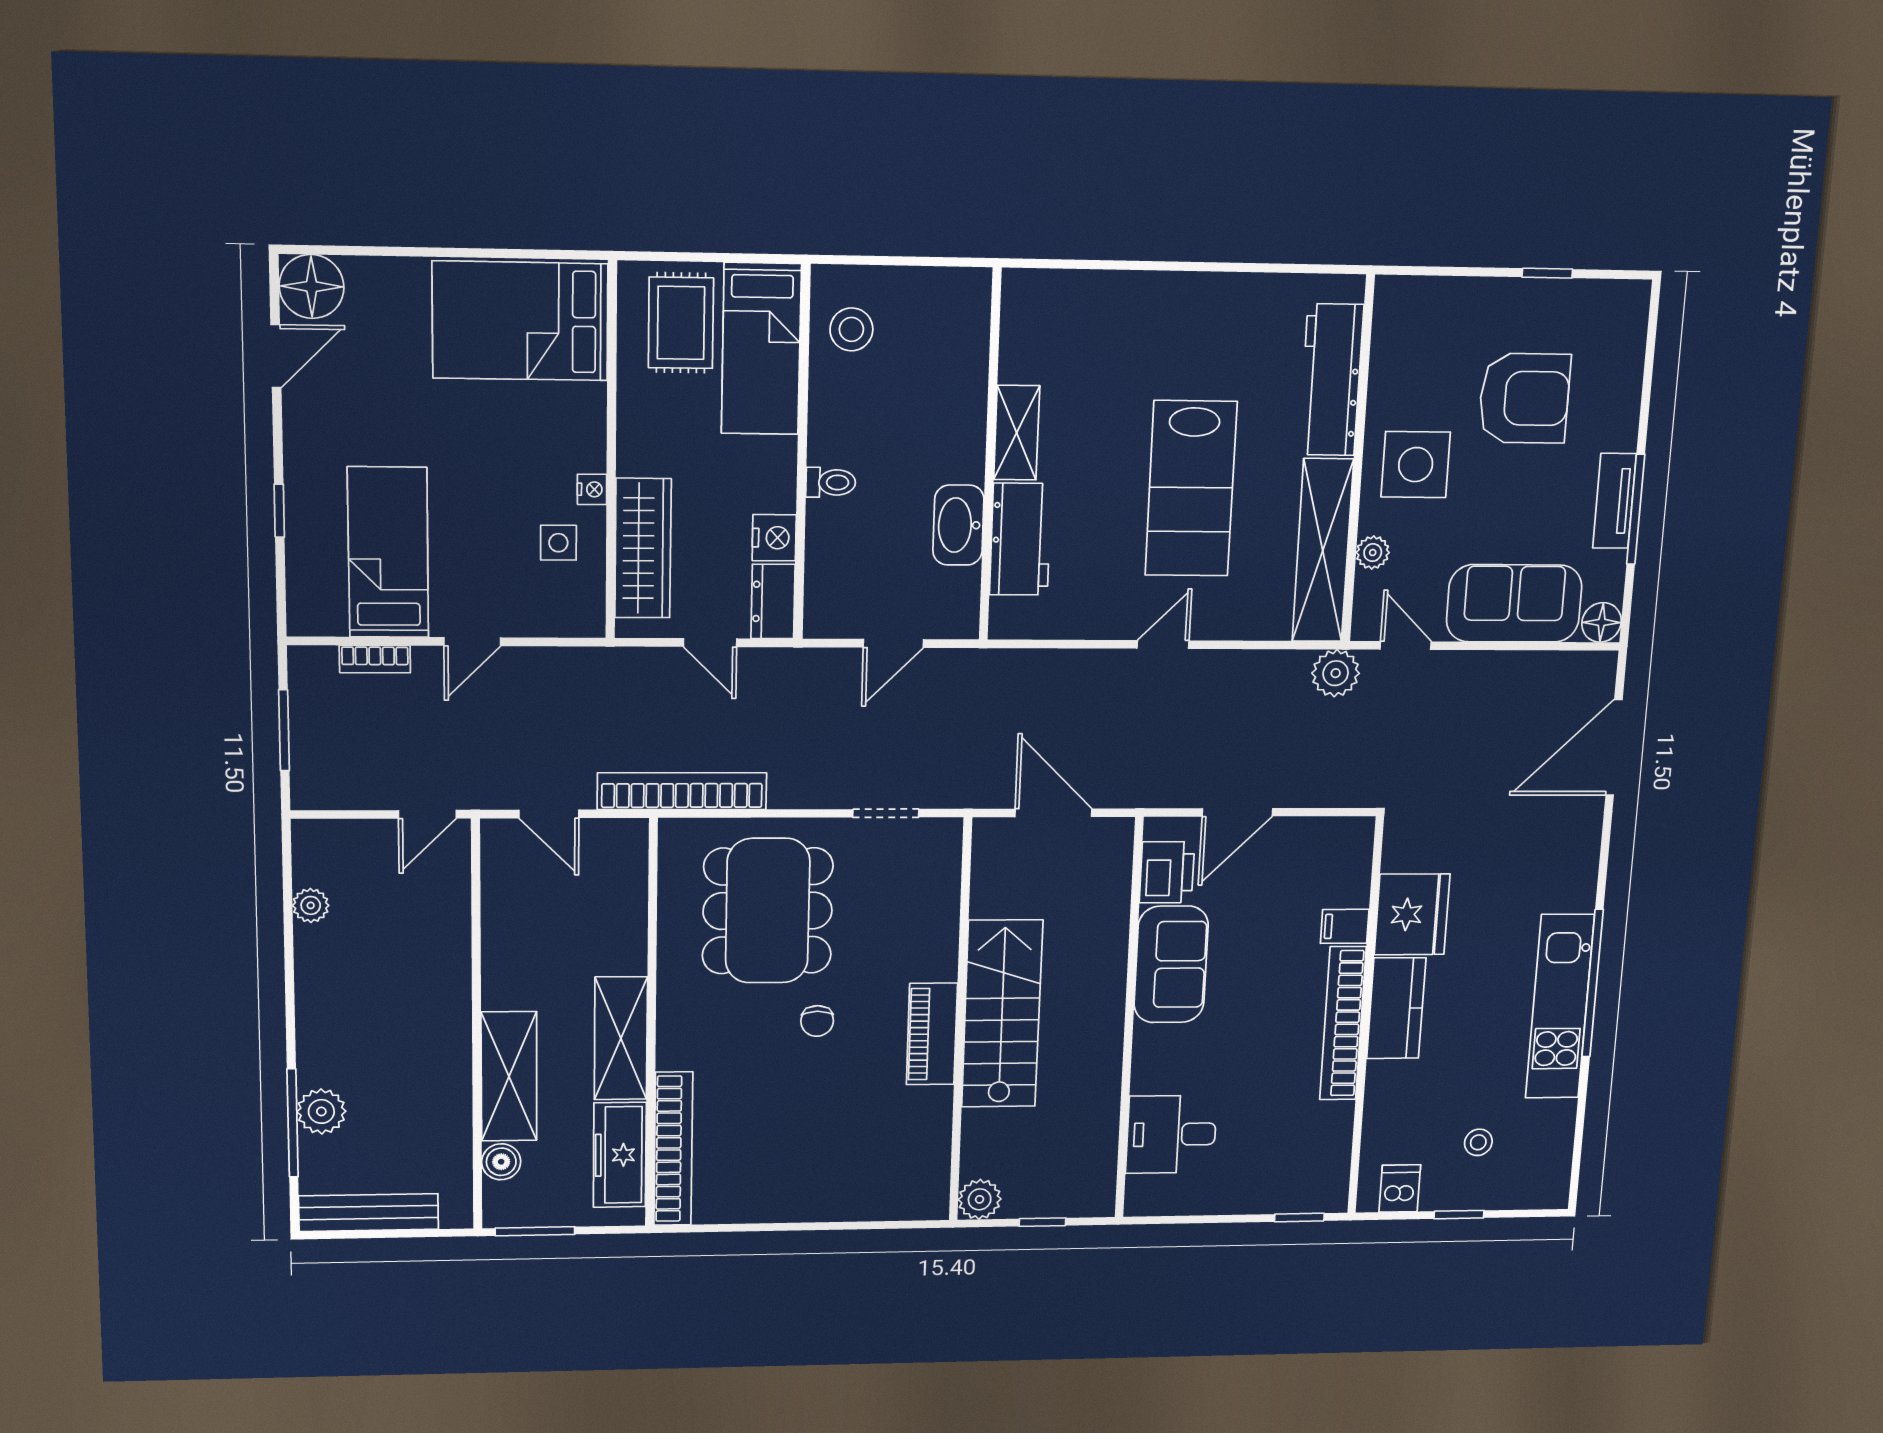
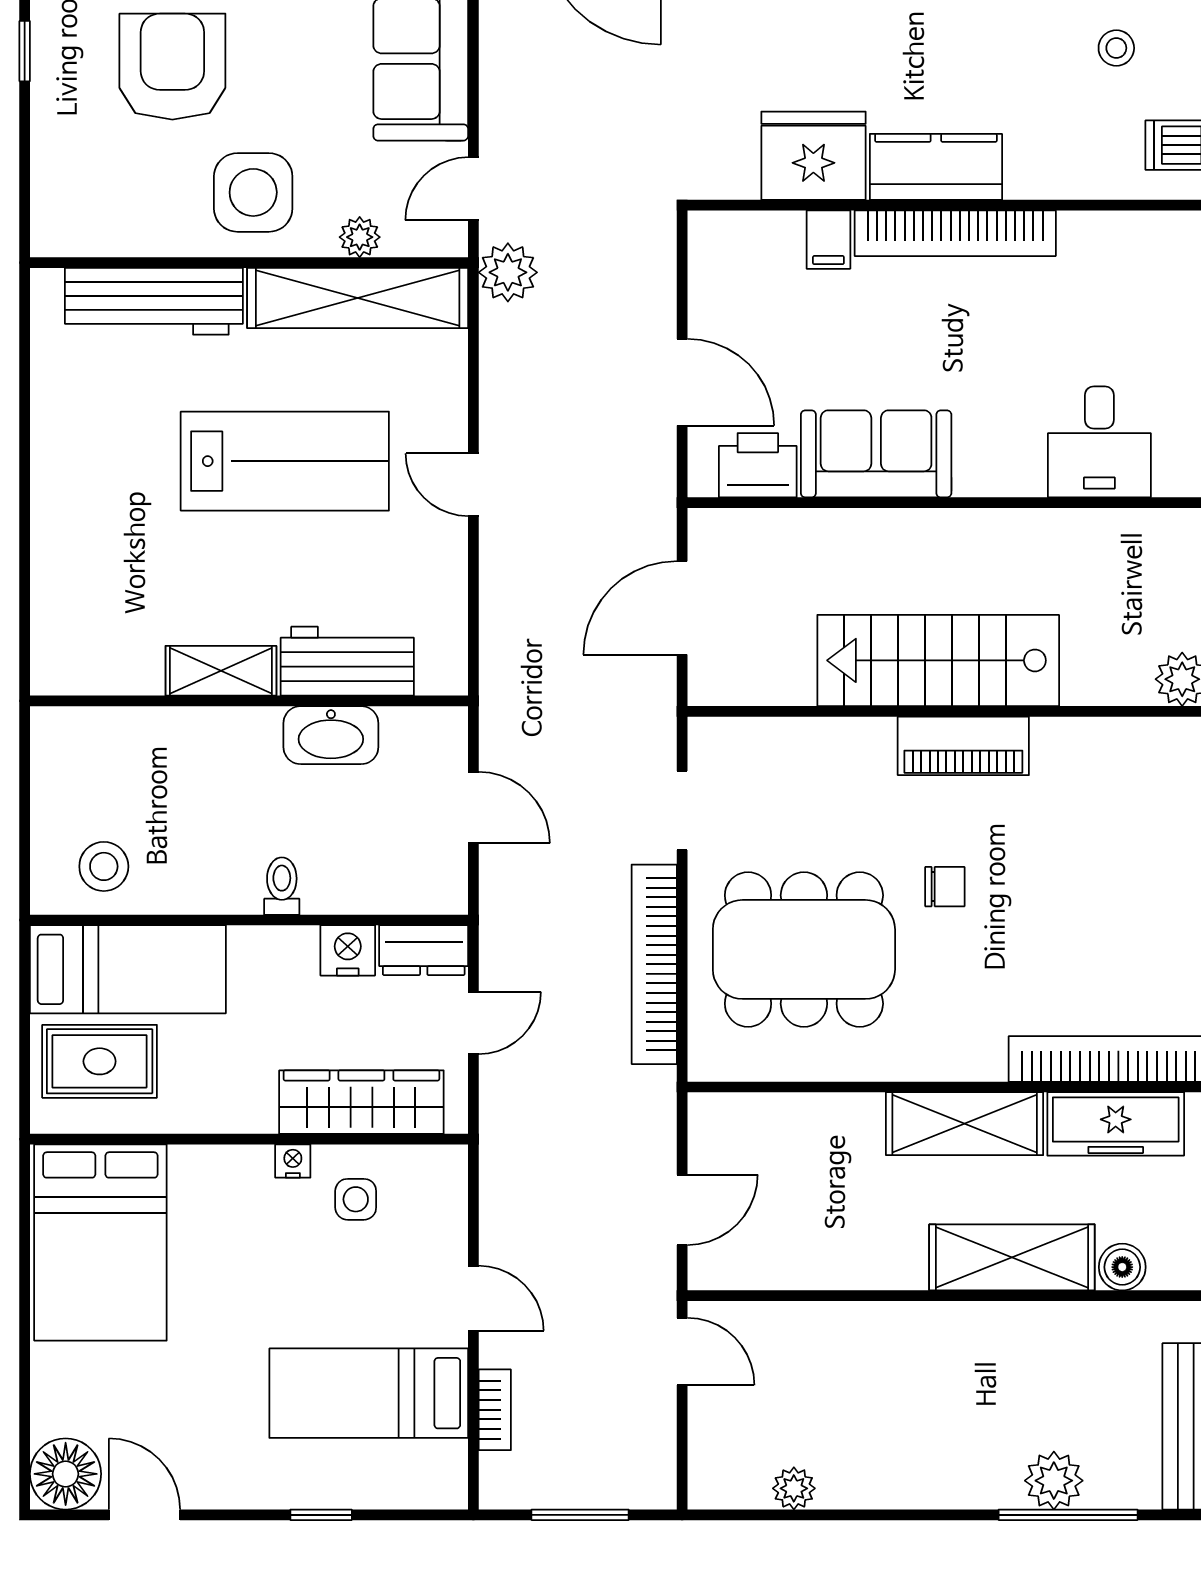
bookcase: (682, 791) -> (654, 964), moved

